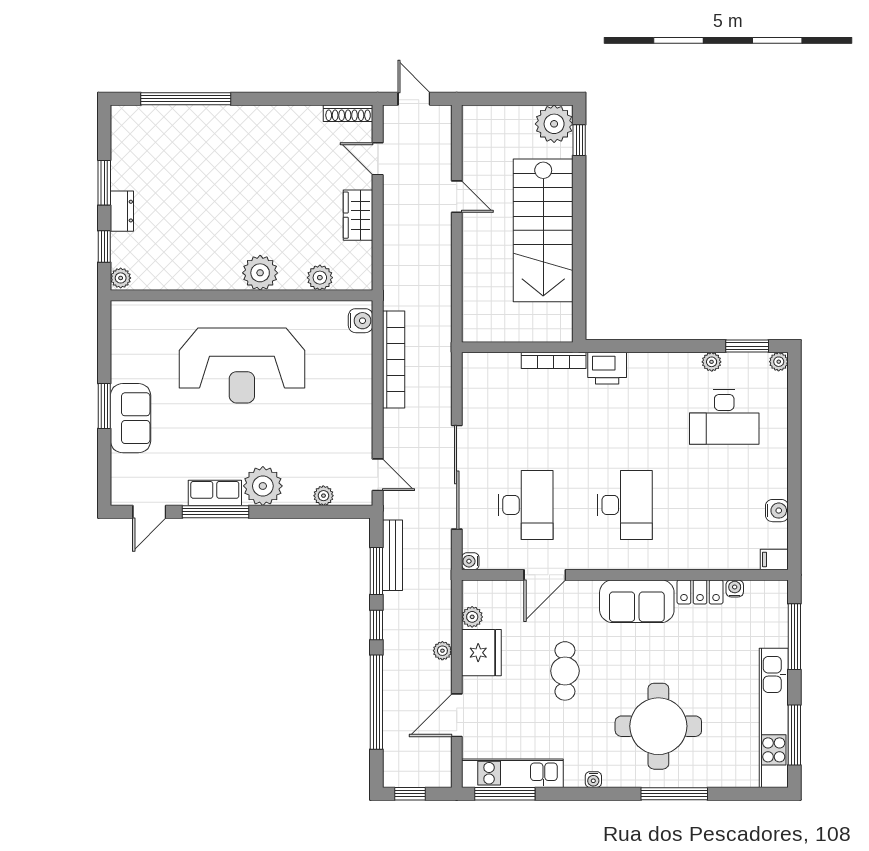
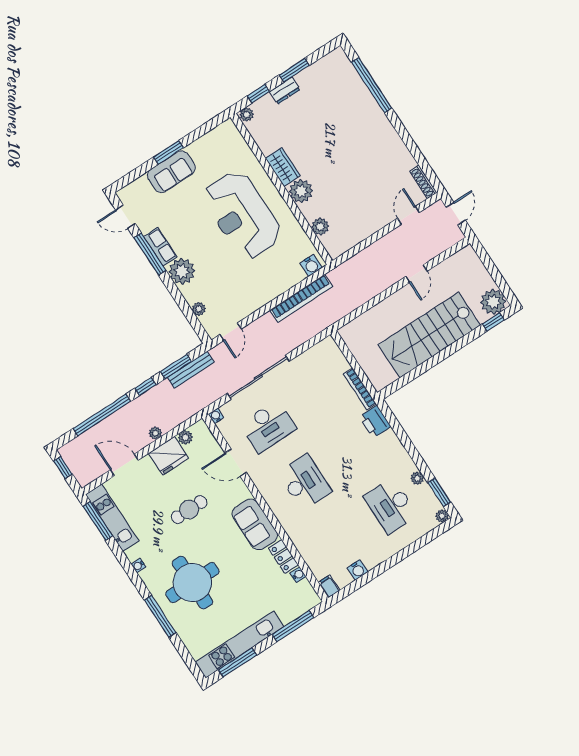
wardrobe: (358, 215) -> (283, 167), moved, turned 90
desk: (625, 505) -> (305, 482), turned -90

